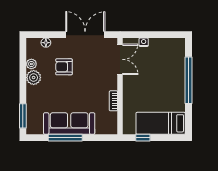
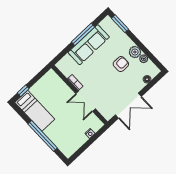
double door: (120, 59) -> (86, 101), moved
armchair: (64, 67) -> (121, 64), moved
bed: (161, 123) -> (35, 111), moved, turned 90
window: (143, 138) -> (23, 91), moved

